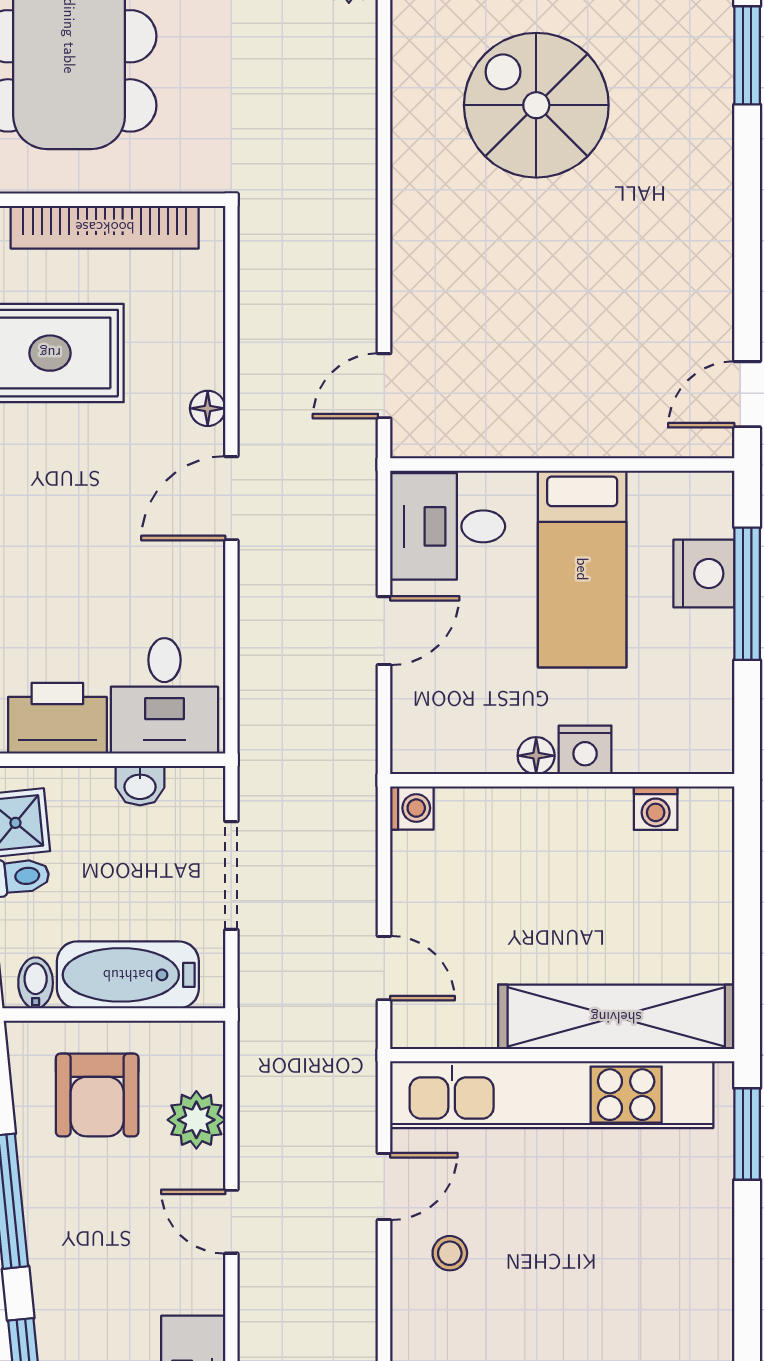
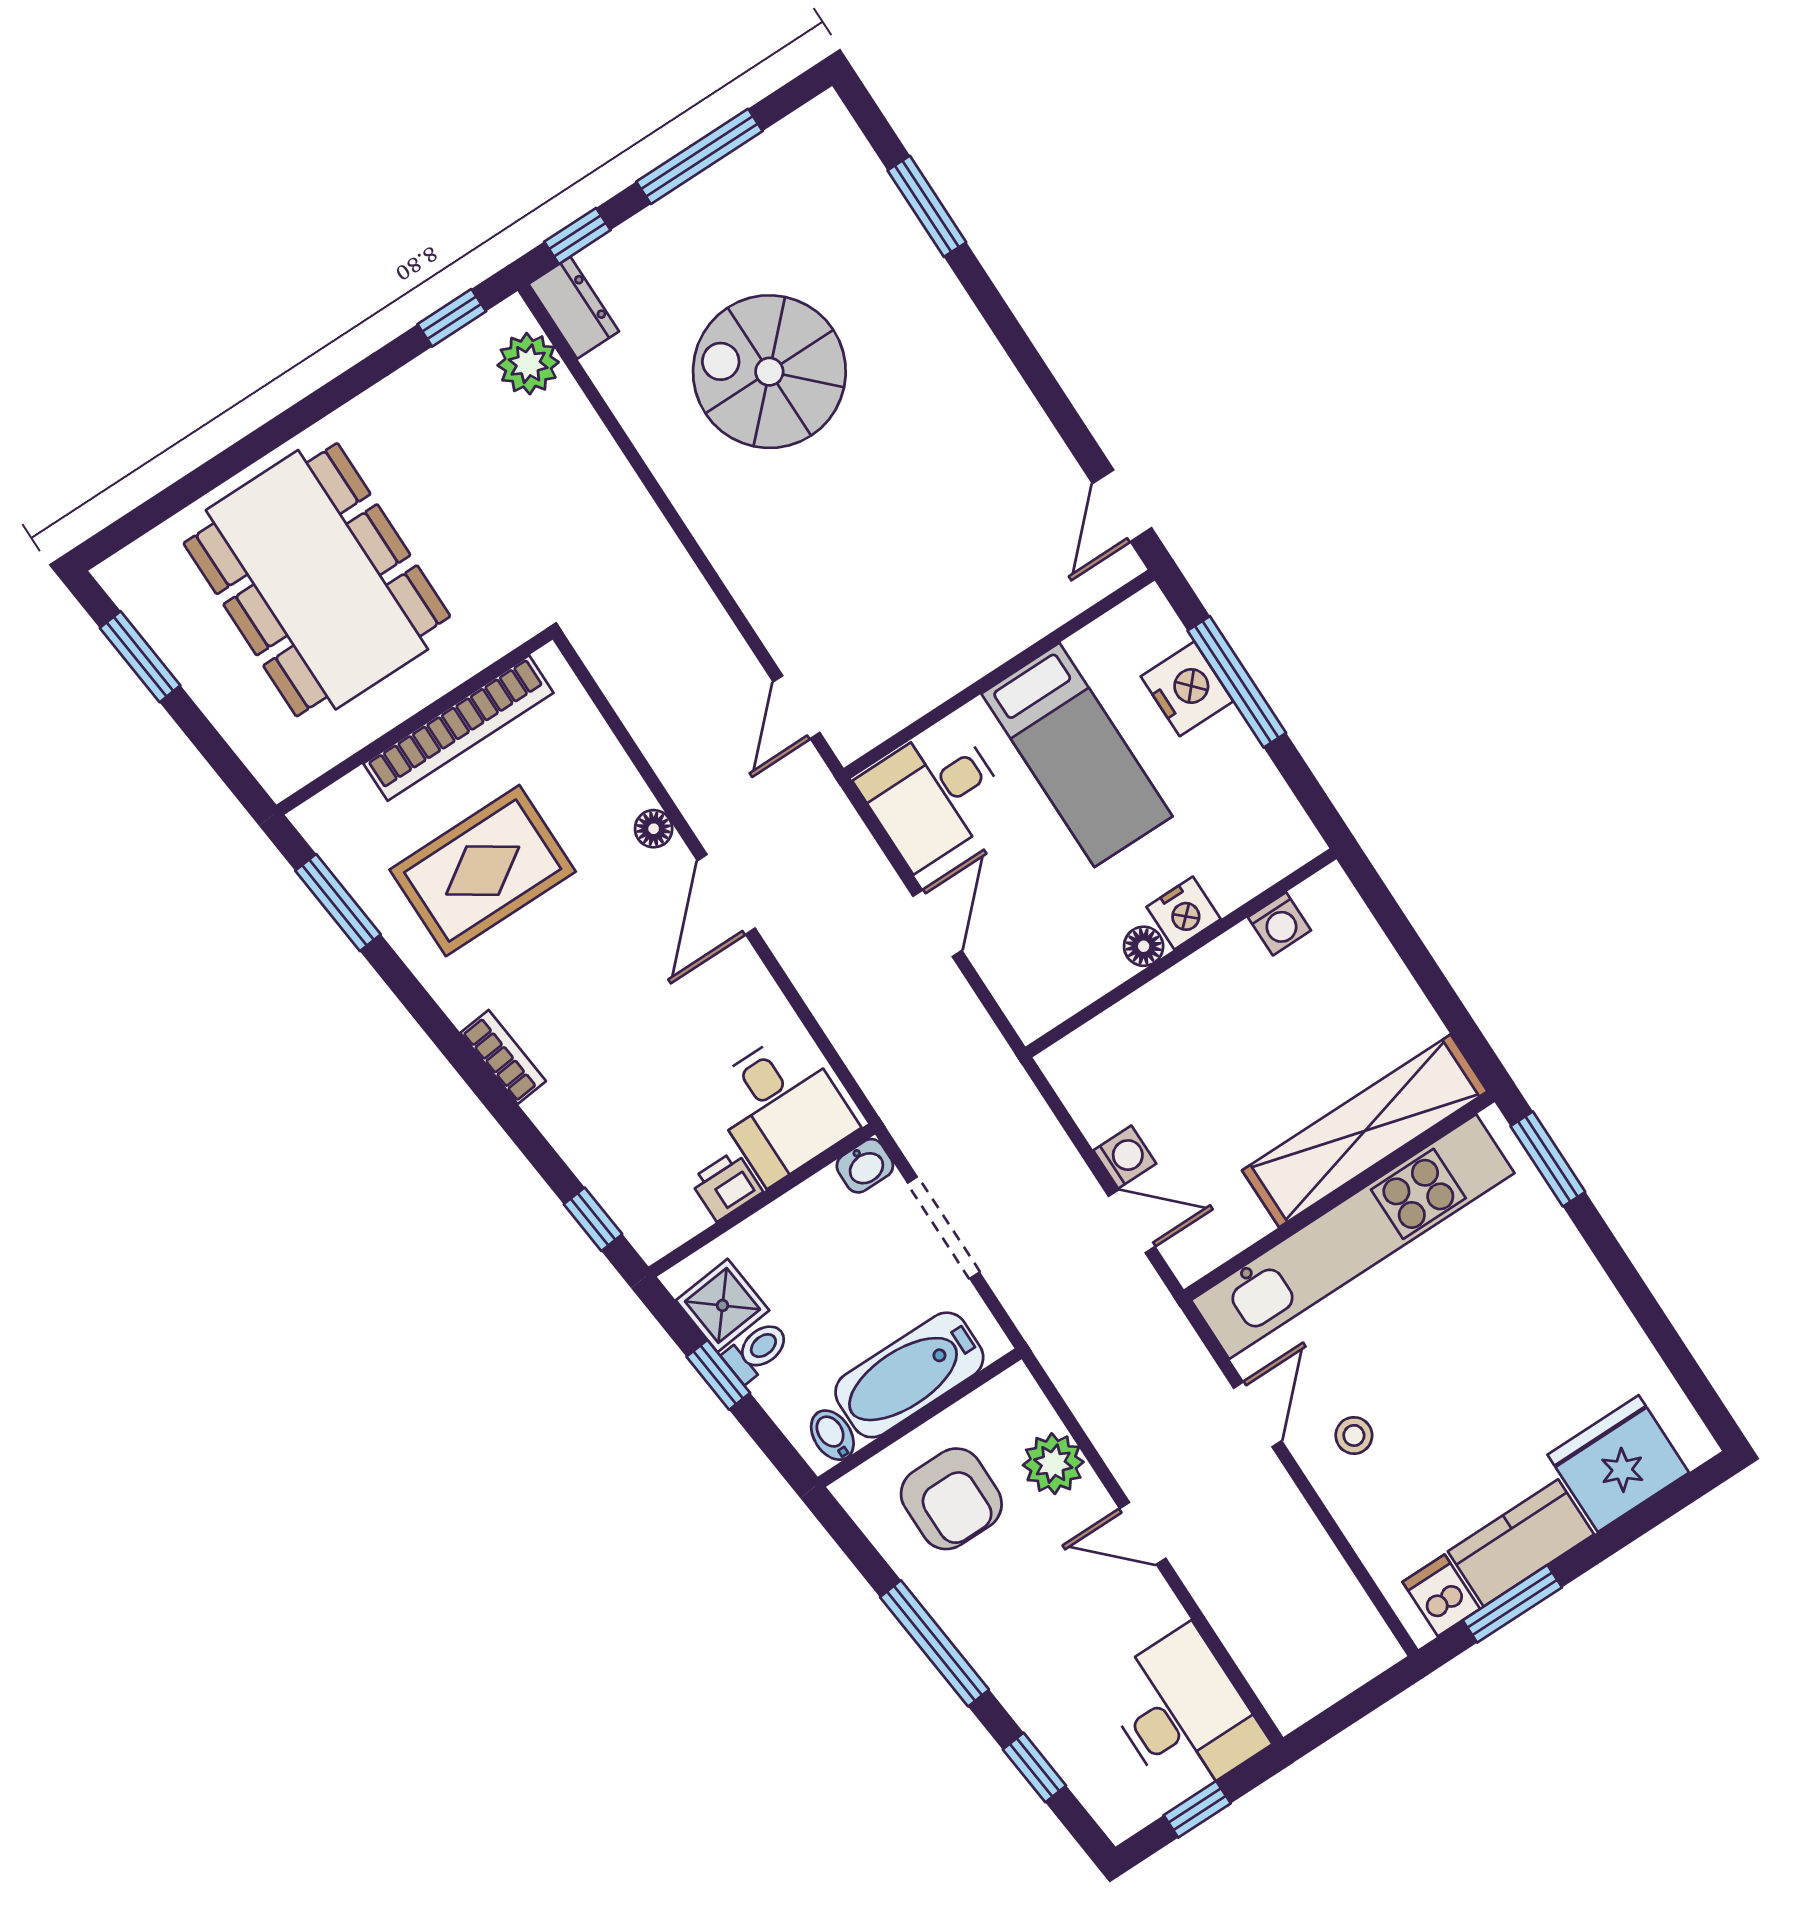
printer: (57, 718) -> (726, 1186), width x0.53, depth x0.68
washbasin: (140, 786) -> (865, 1166), moved
washing machine: (412, 808) -> (1125, 1157), moved

